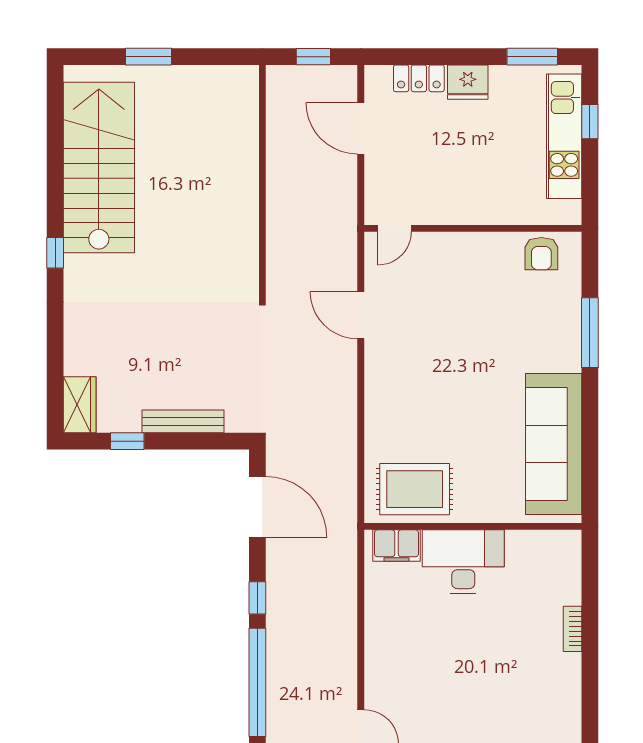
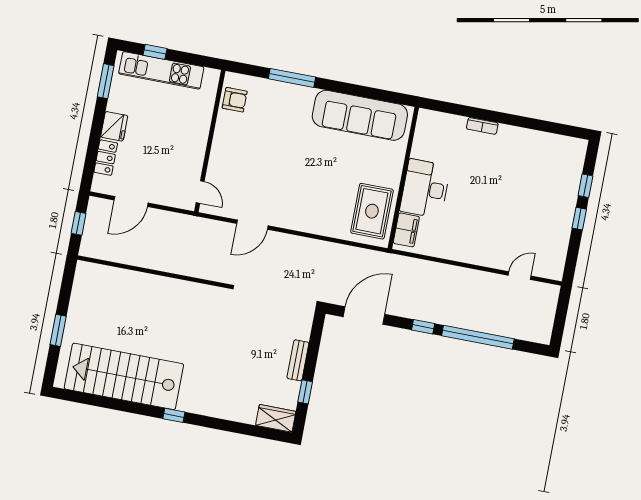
bench: (183, 421) -> (298, 360), width x0.73

